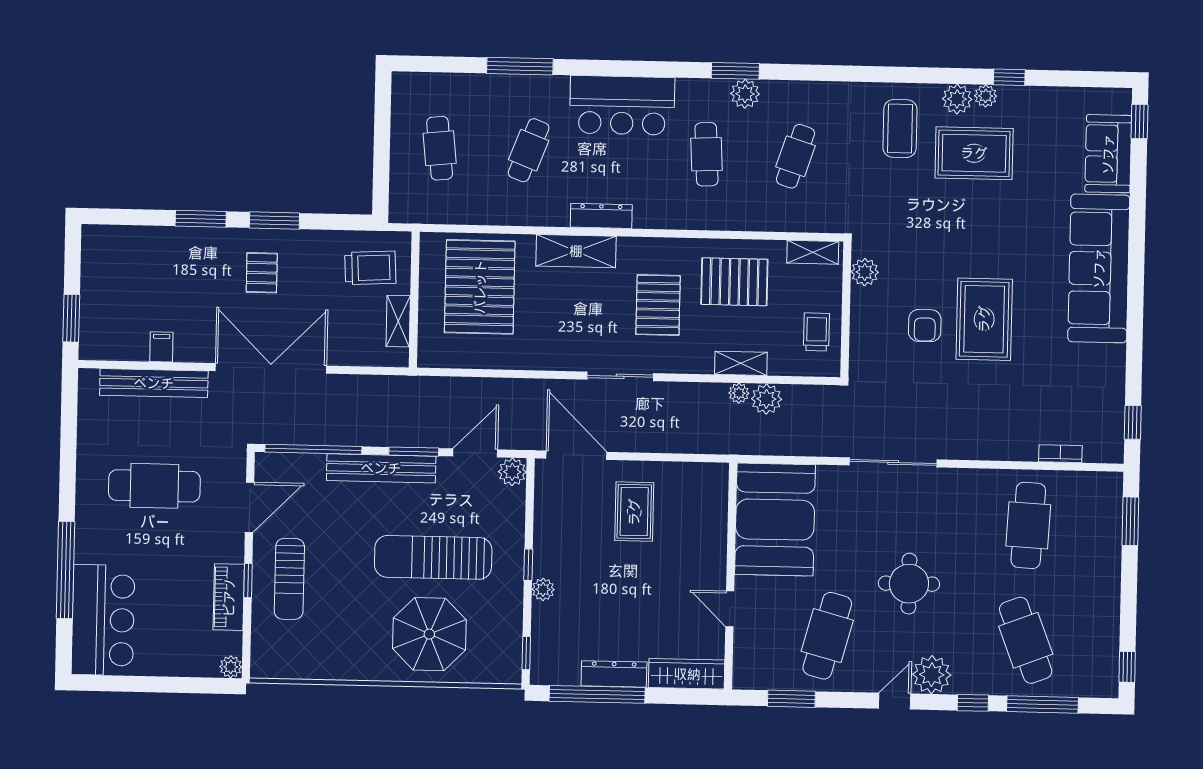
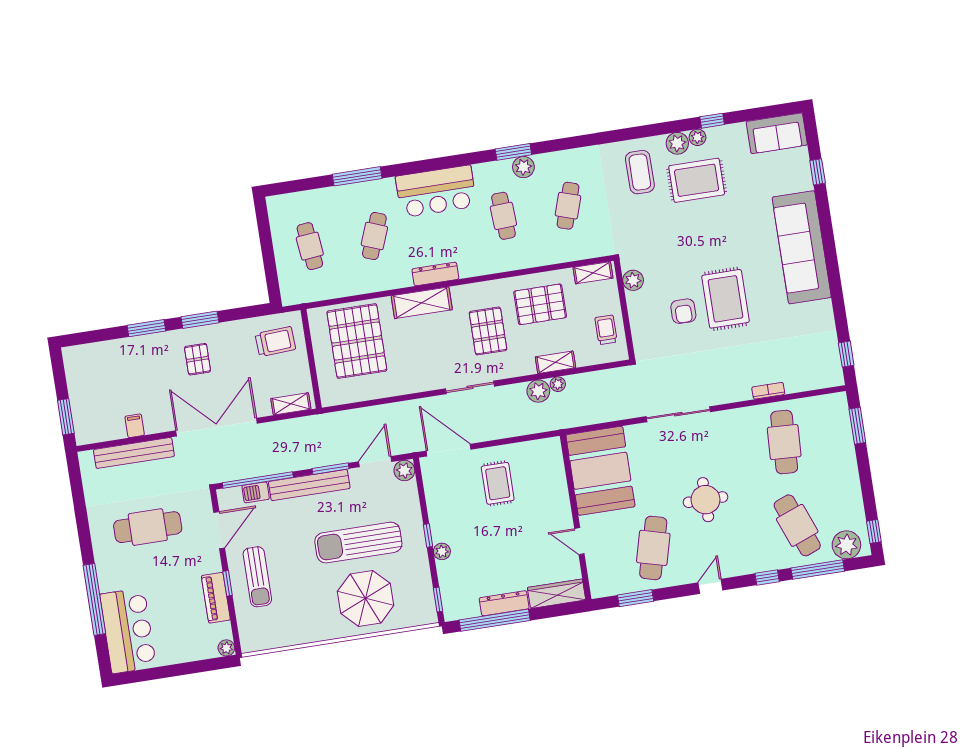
window: (1139, 122) -> (818, 172), moved
sofa: (1108, 154) -> (777, 133), moved, turned -90
shelving: (398, 321) -> (291, 404), moved, turned 90
plant: (766, 399) -> (538, 391), moved
bookcase: (1060, 454) -> (768, 391), moved
barbecue: (308, 465) -> (256, 492), added
plant: (932, 675) -> (846, 545), moved

